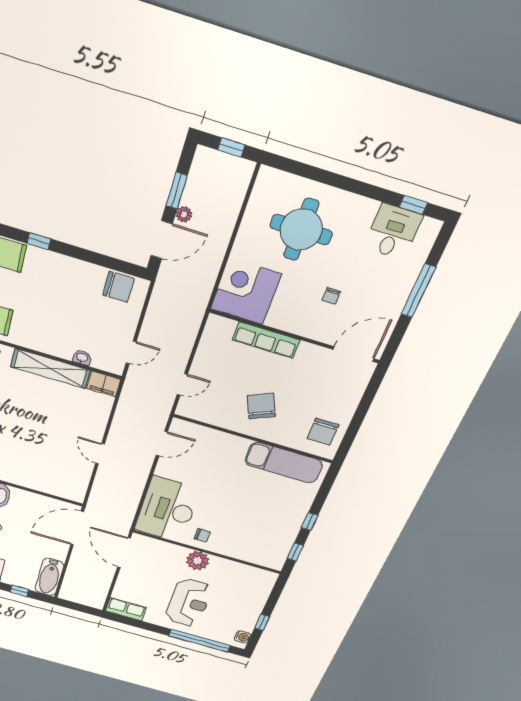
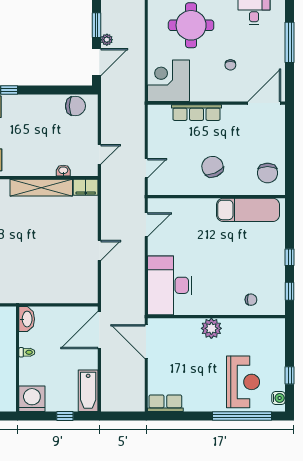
door: (100, 454) -> (99, 250), swing flipped
chair: (202, 535) -> (251, 300), moved
reception desk: (189, 603) -> (243, 382), moved

